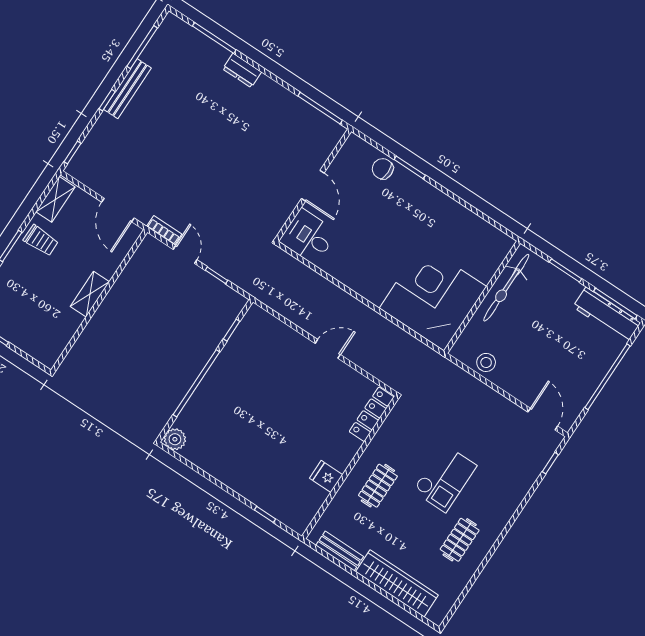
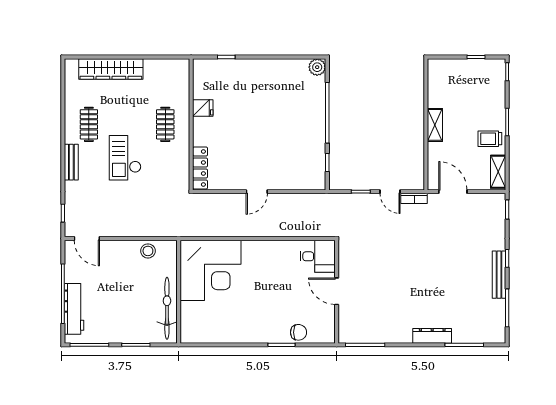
dresser: (242, 70) -> (432, 336), width x1.44
workbench: (607, 315) -> (74, 309), moved, turned 90
bench: (340, 551) -> (71, 162), moved, turned 90

